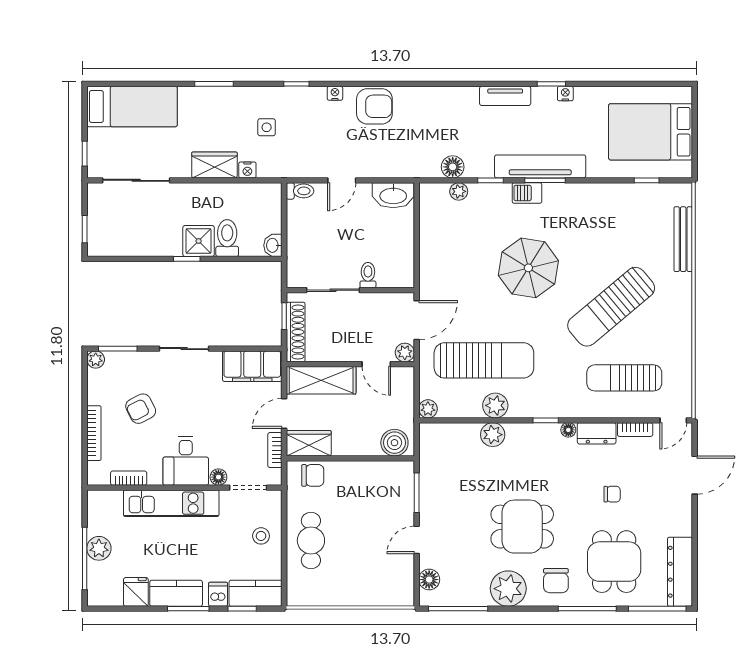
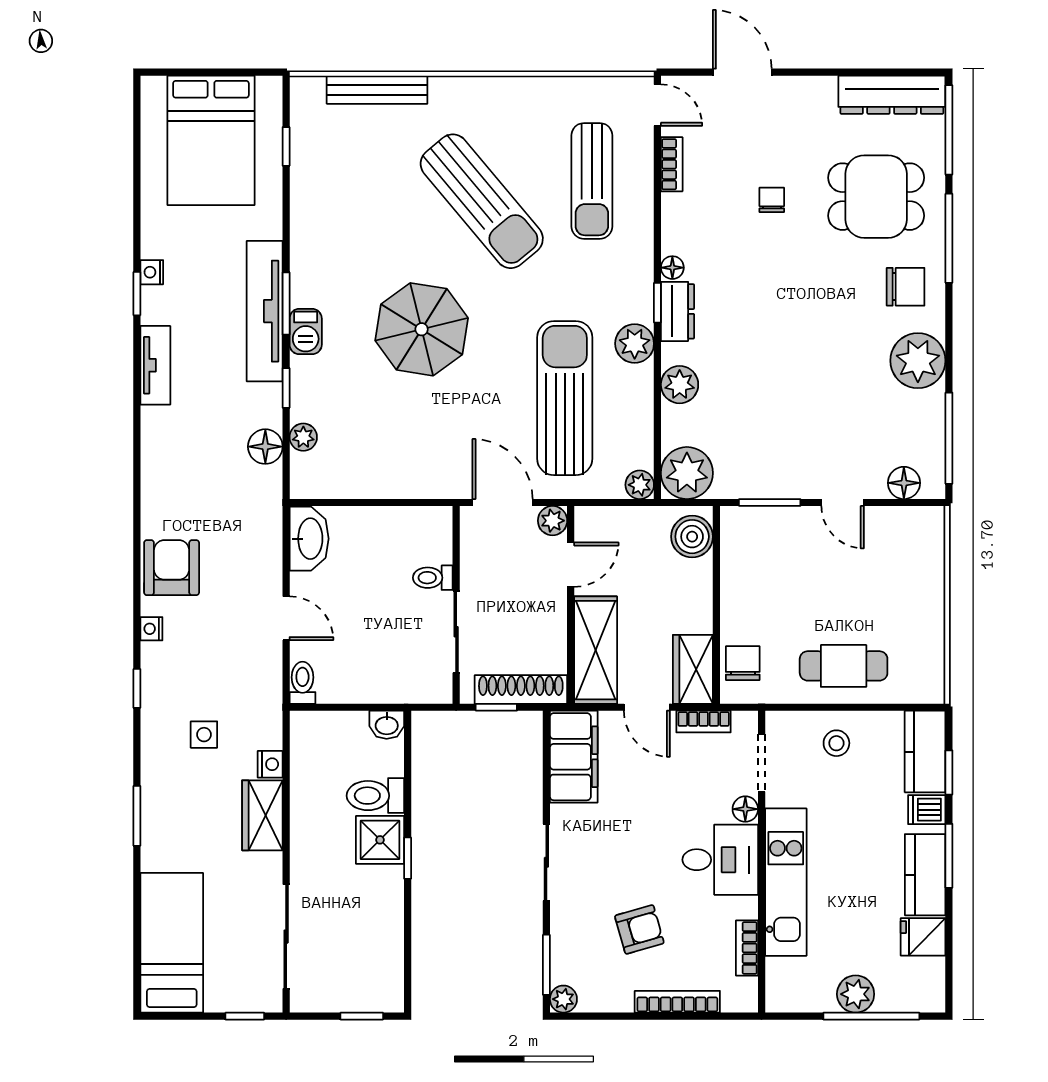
plant: (495, 405) -> (635, 344), moved
armchair: (141, 409) -> (639, 929), turned -79
dresser: (597, 433) -> (678, 311), moved
plant: (436, 439) -> (687, 473), added
dining table: (522, 527) -> (822, 339), removed

